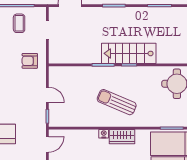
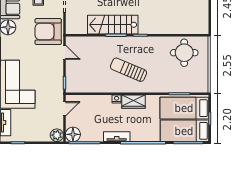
stairs: (129, 53) -> (113, 25), moved
armchair: (30, 61) -> (48, 32), width x1.88, depth x1.88
door: (47, 95) -> (64, 52), moved

